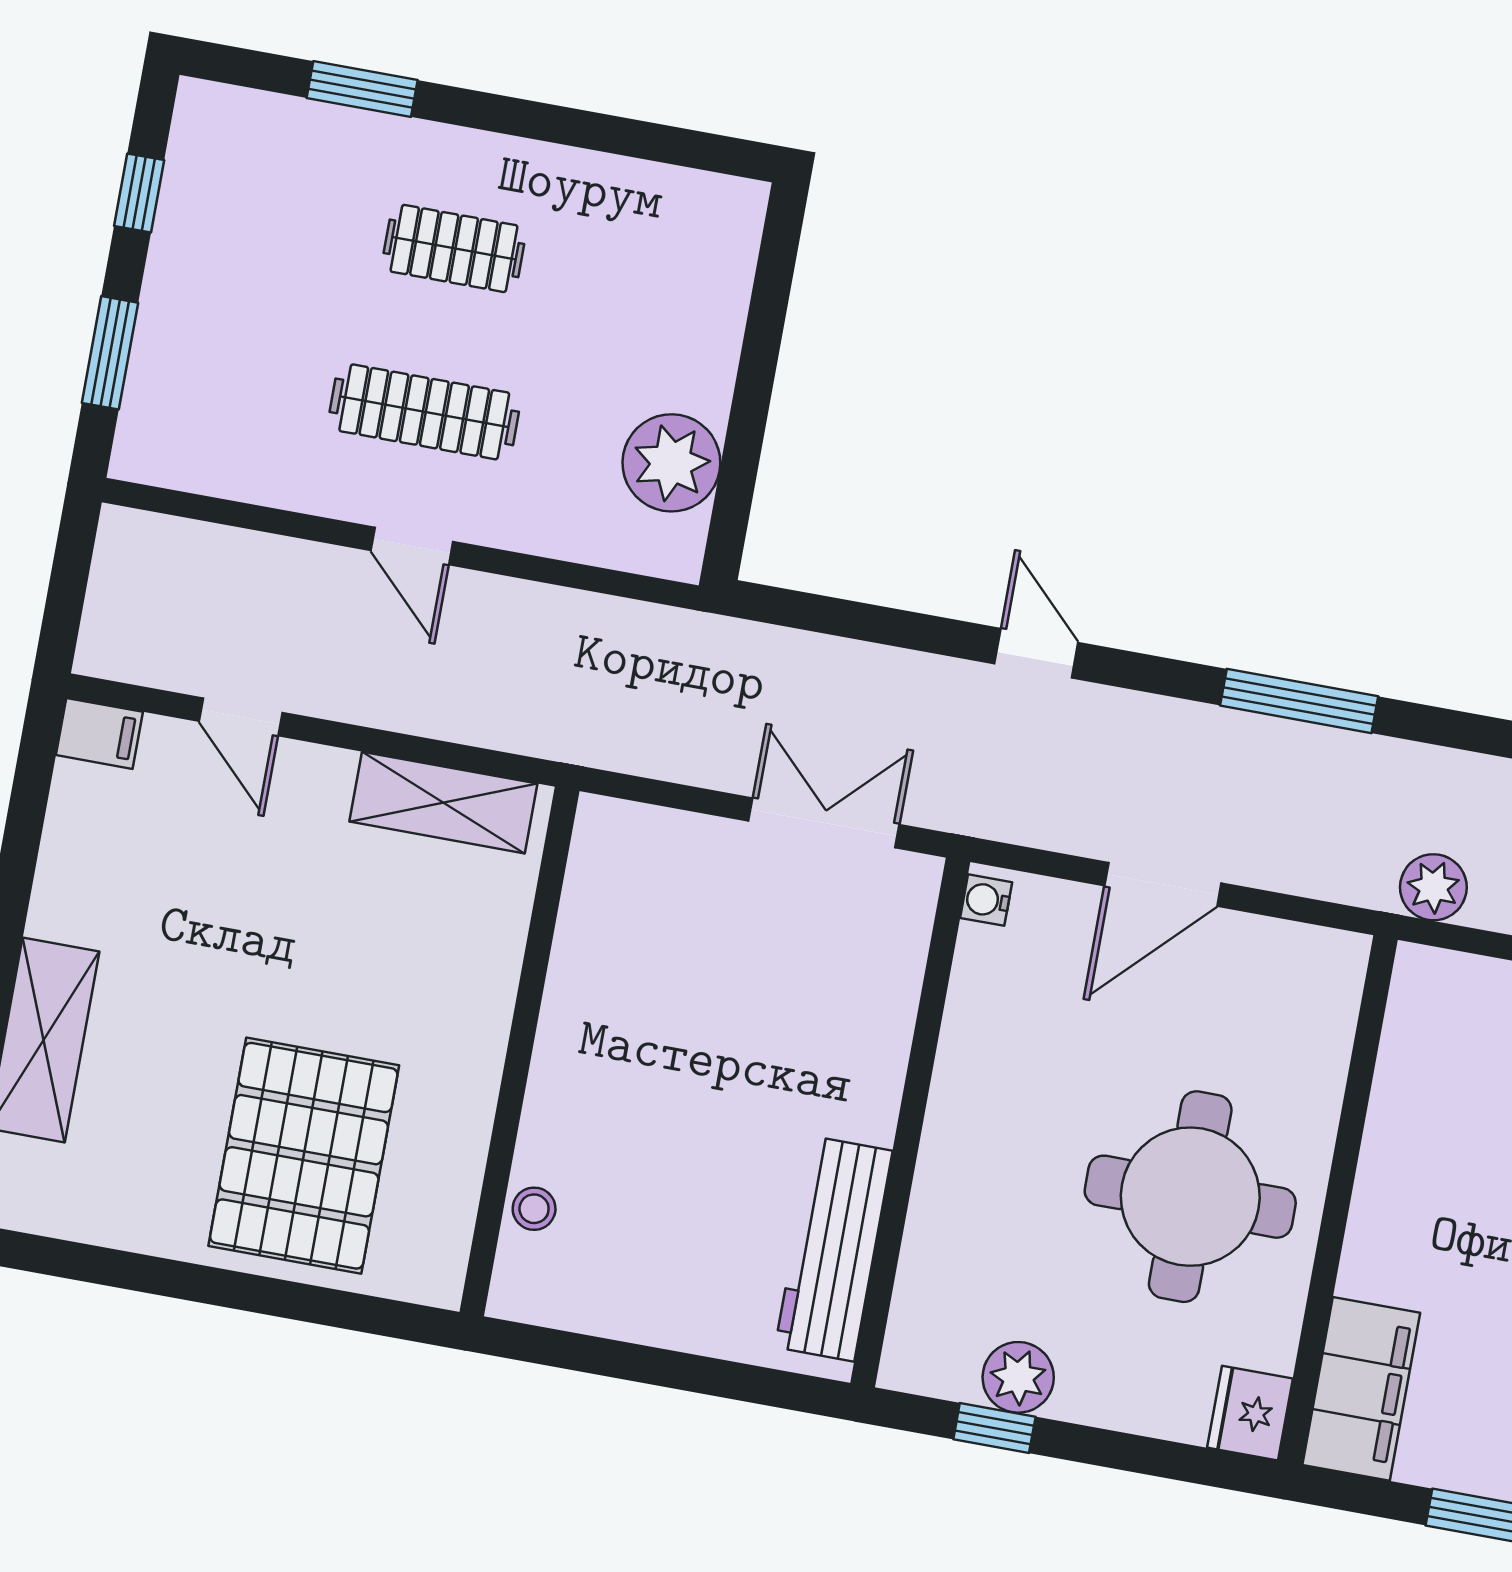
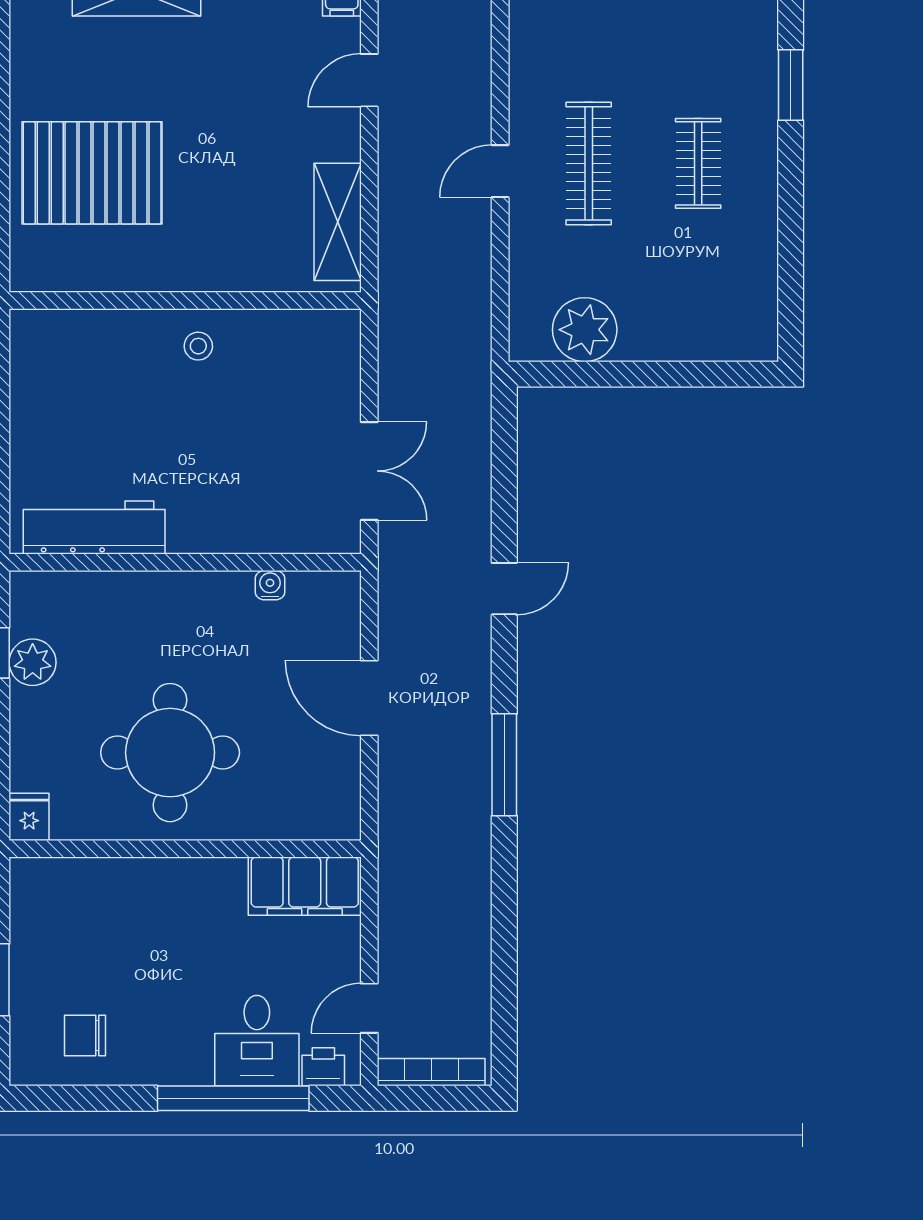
plant: (1433, 887) -> (399, 874), removed
water cooler: (986, 900) -> (270, 585), moved
stool: (534, 1209) -> (198, 346), moved
filing cabinet: (1361, 1389) -> (305, 886), moved
fridge: (1250, 1413) -> (29, 817), width x0.72

